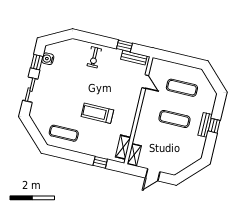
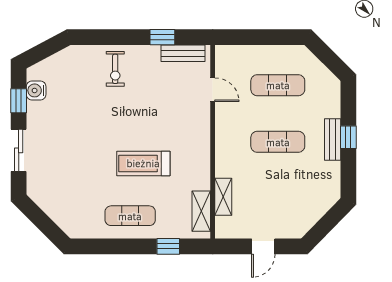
exercise mat: (64, 133) -> (130, 216), moved
shelving: (134, 155) -> (223, 197), moved

